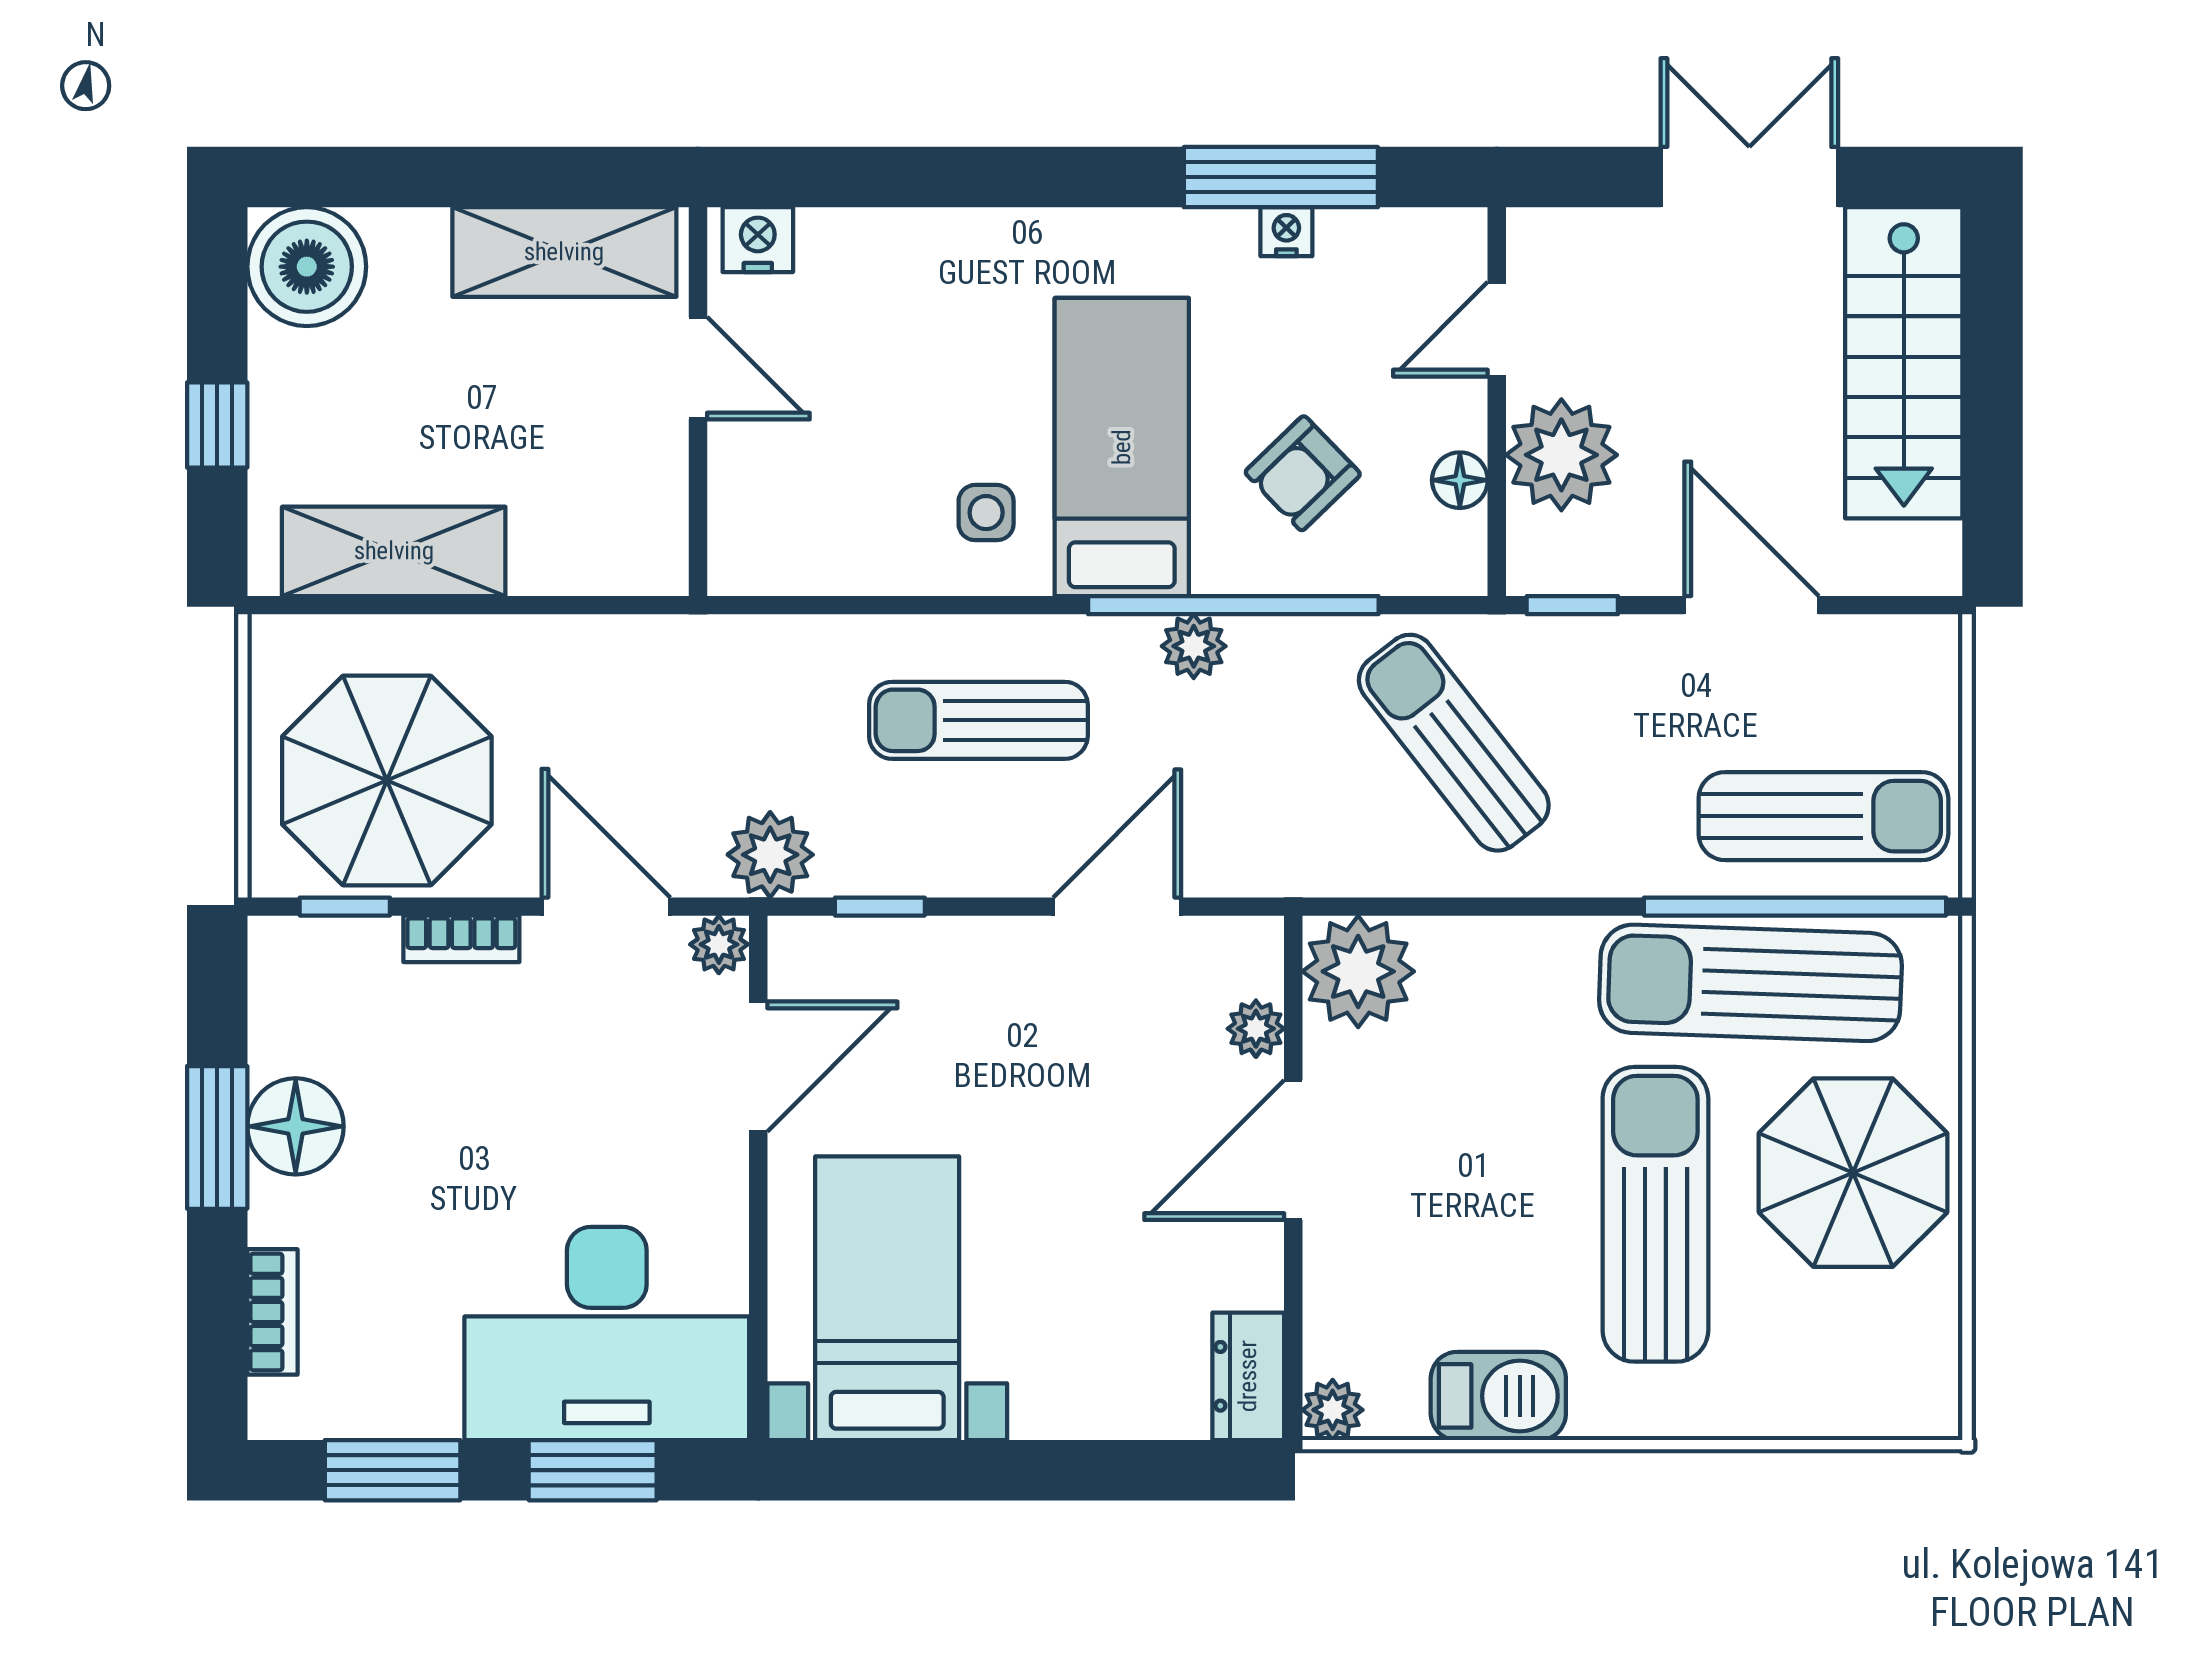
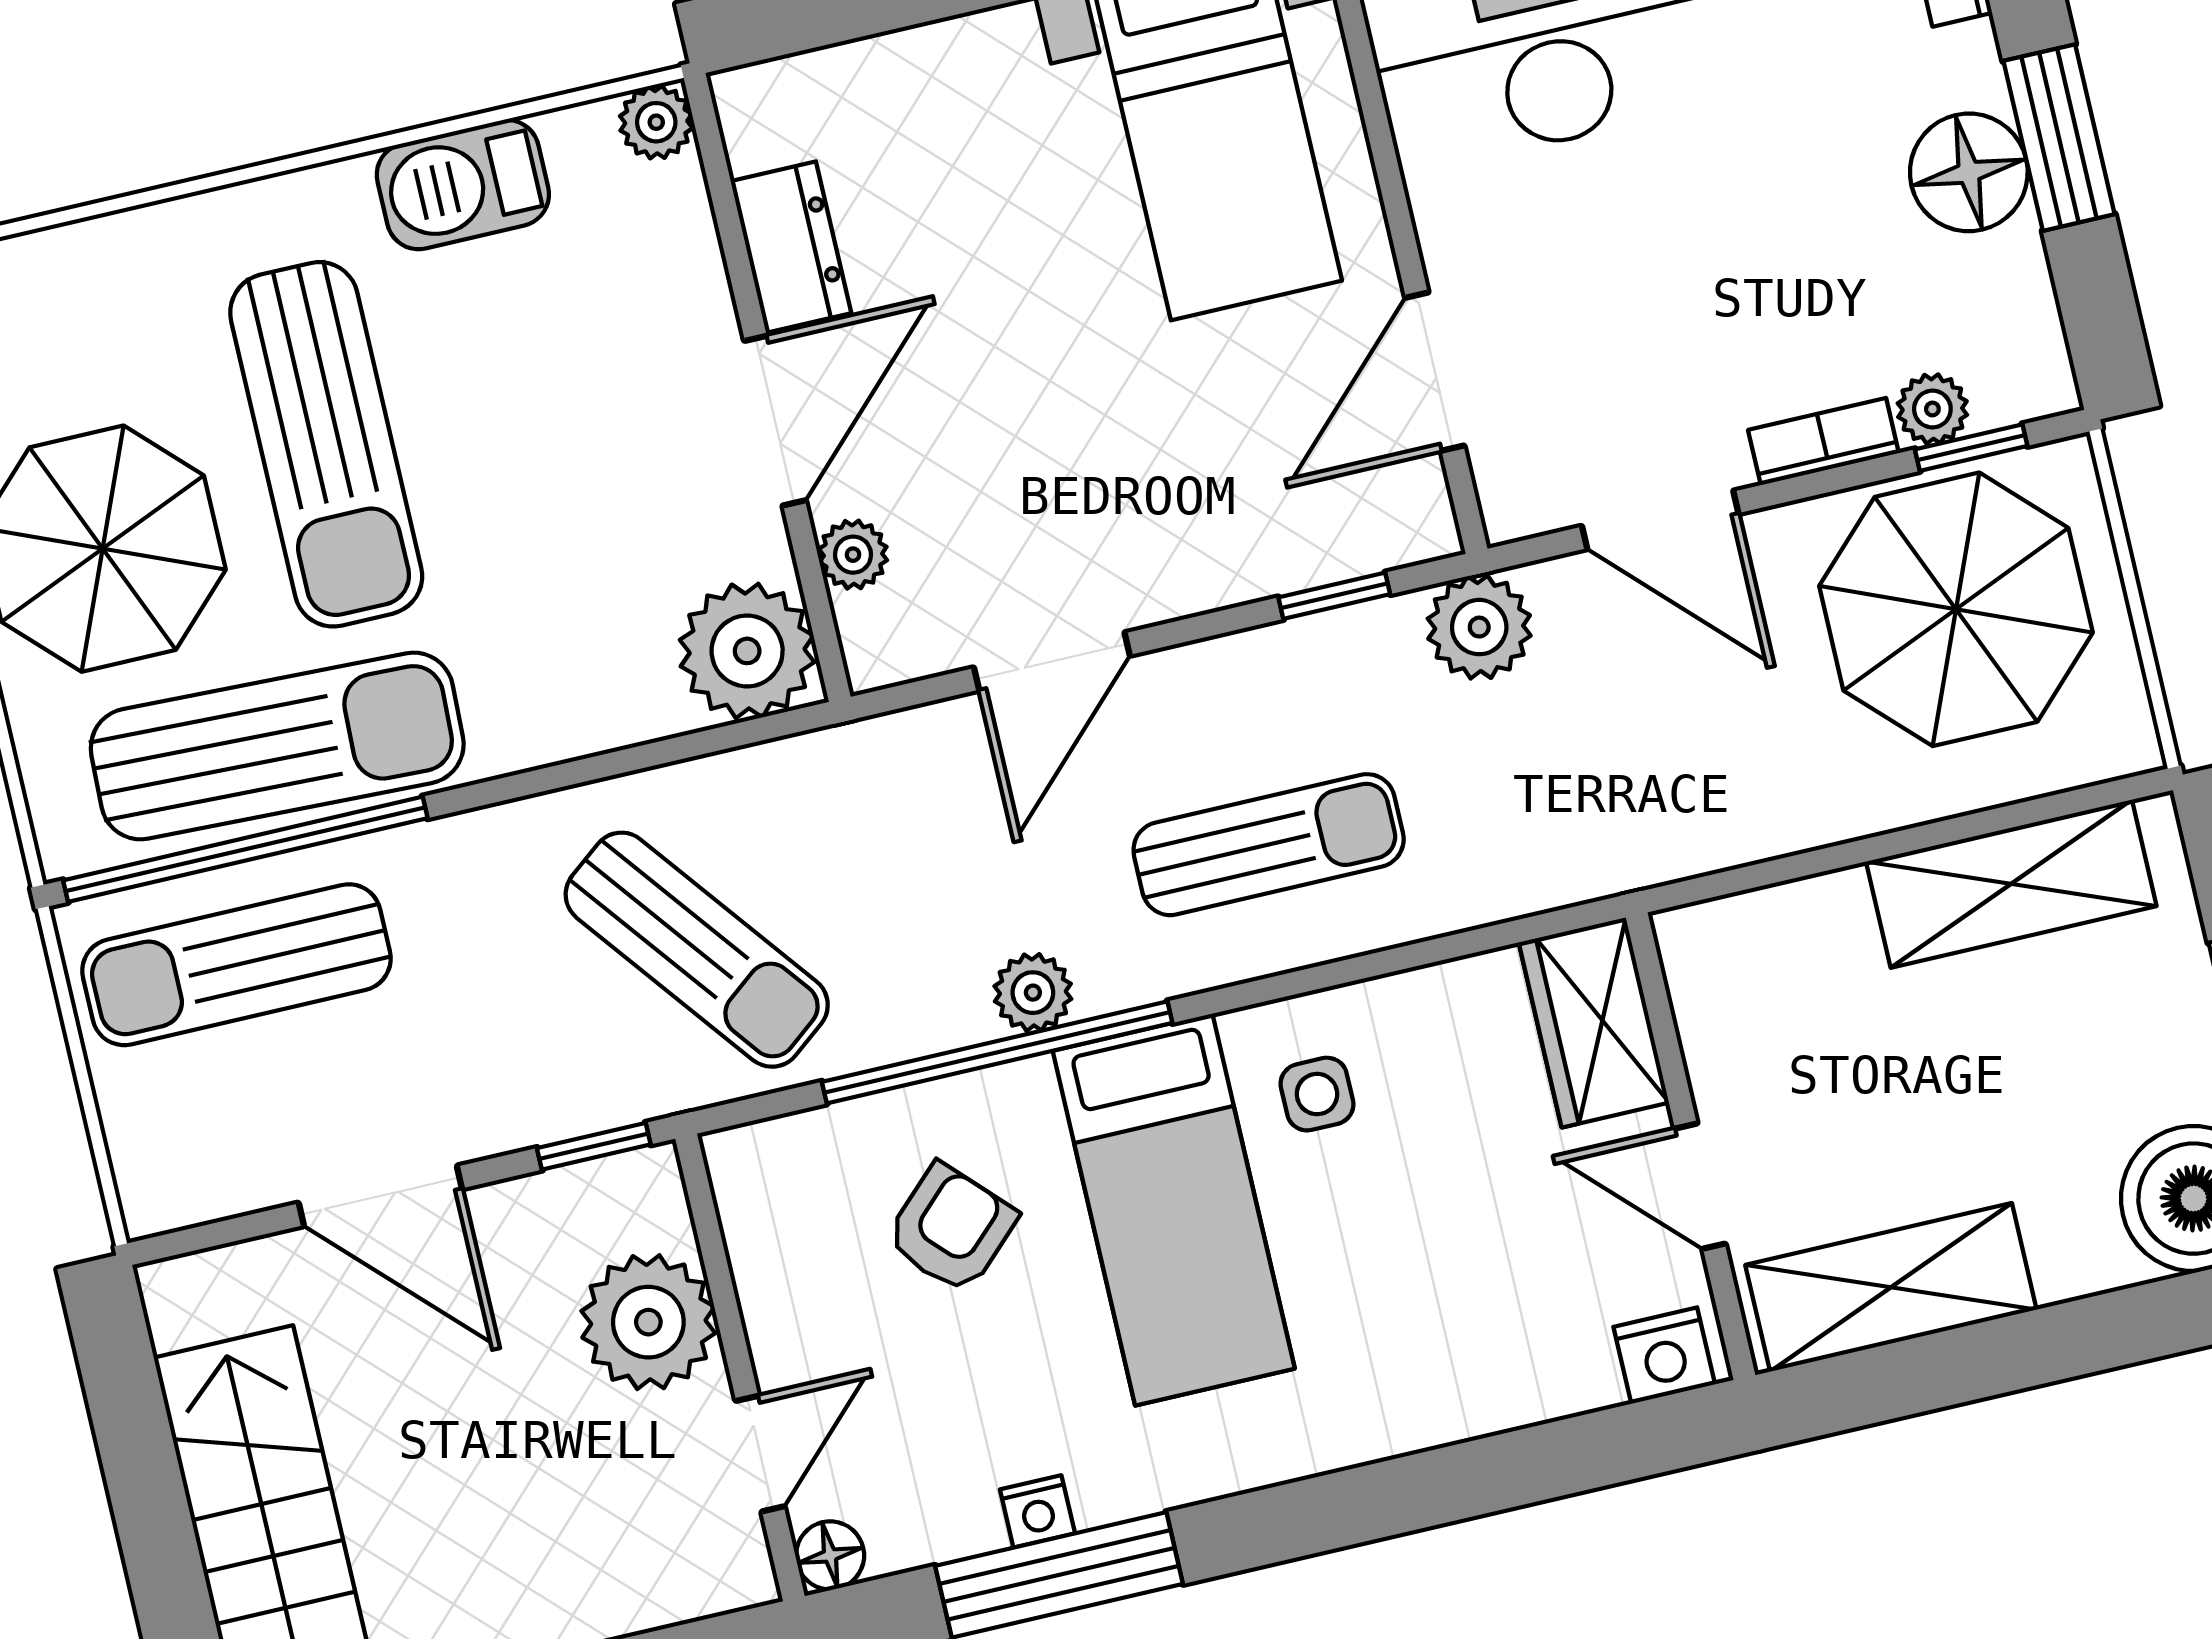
floor lamp: (1460, 480) -> (830, 1555), moved
wardrobe: (752, 518) -> (1594, 1022), added
plant: (719, 944) -> (1932, 409), moved
dresser: (1248, 1376) -> (791, 247), moved

